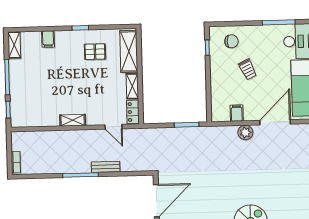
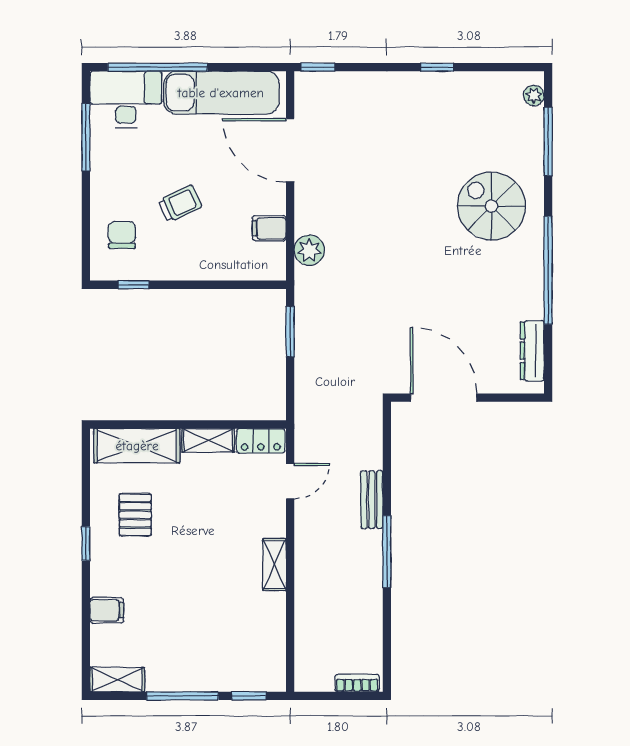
plant: (245, 132) -> (309, 250), moved

